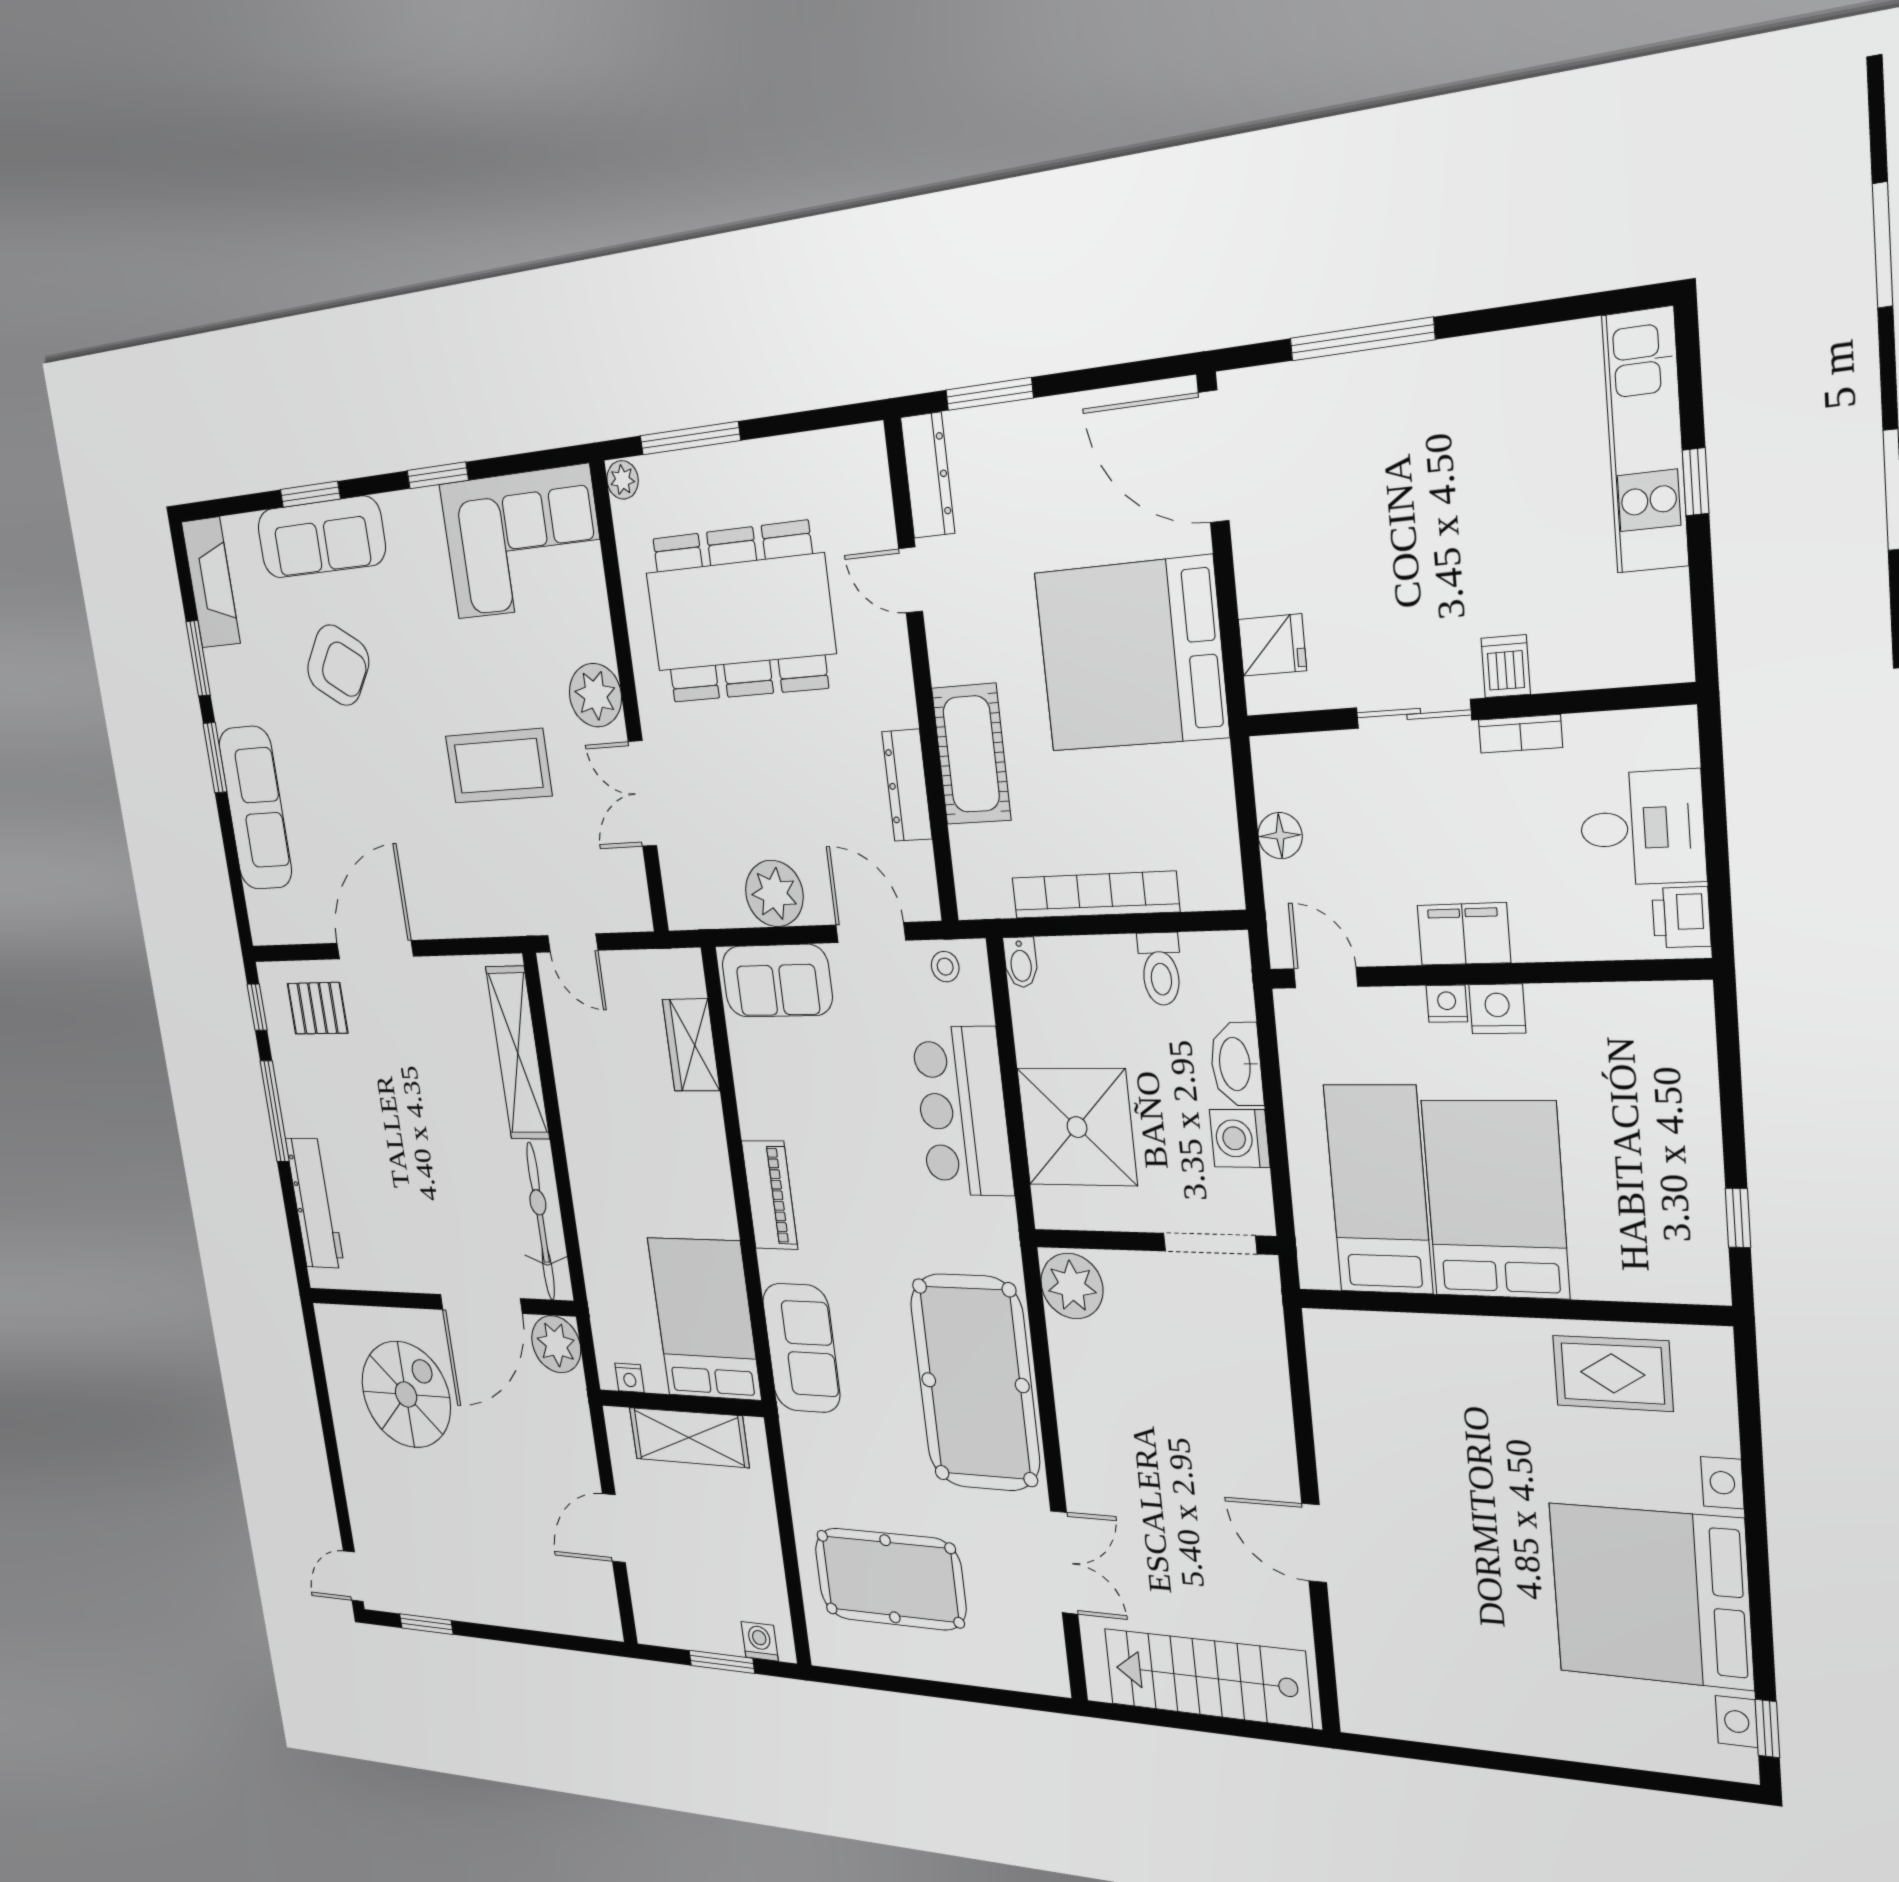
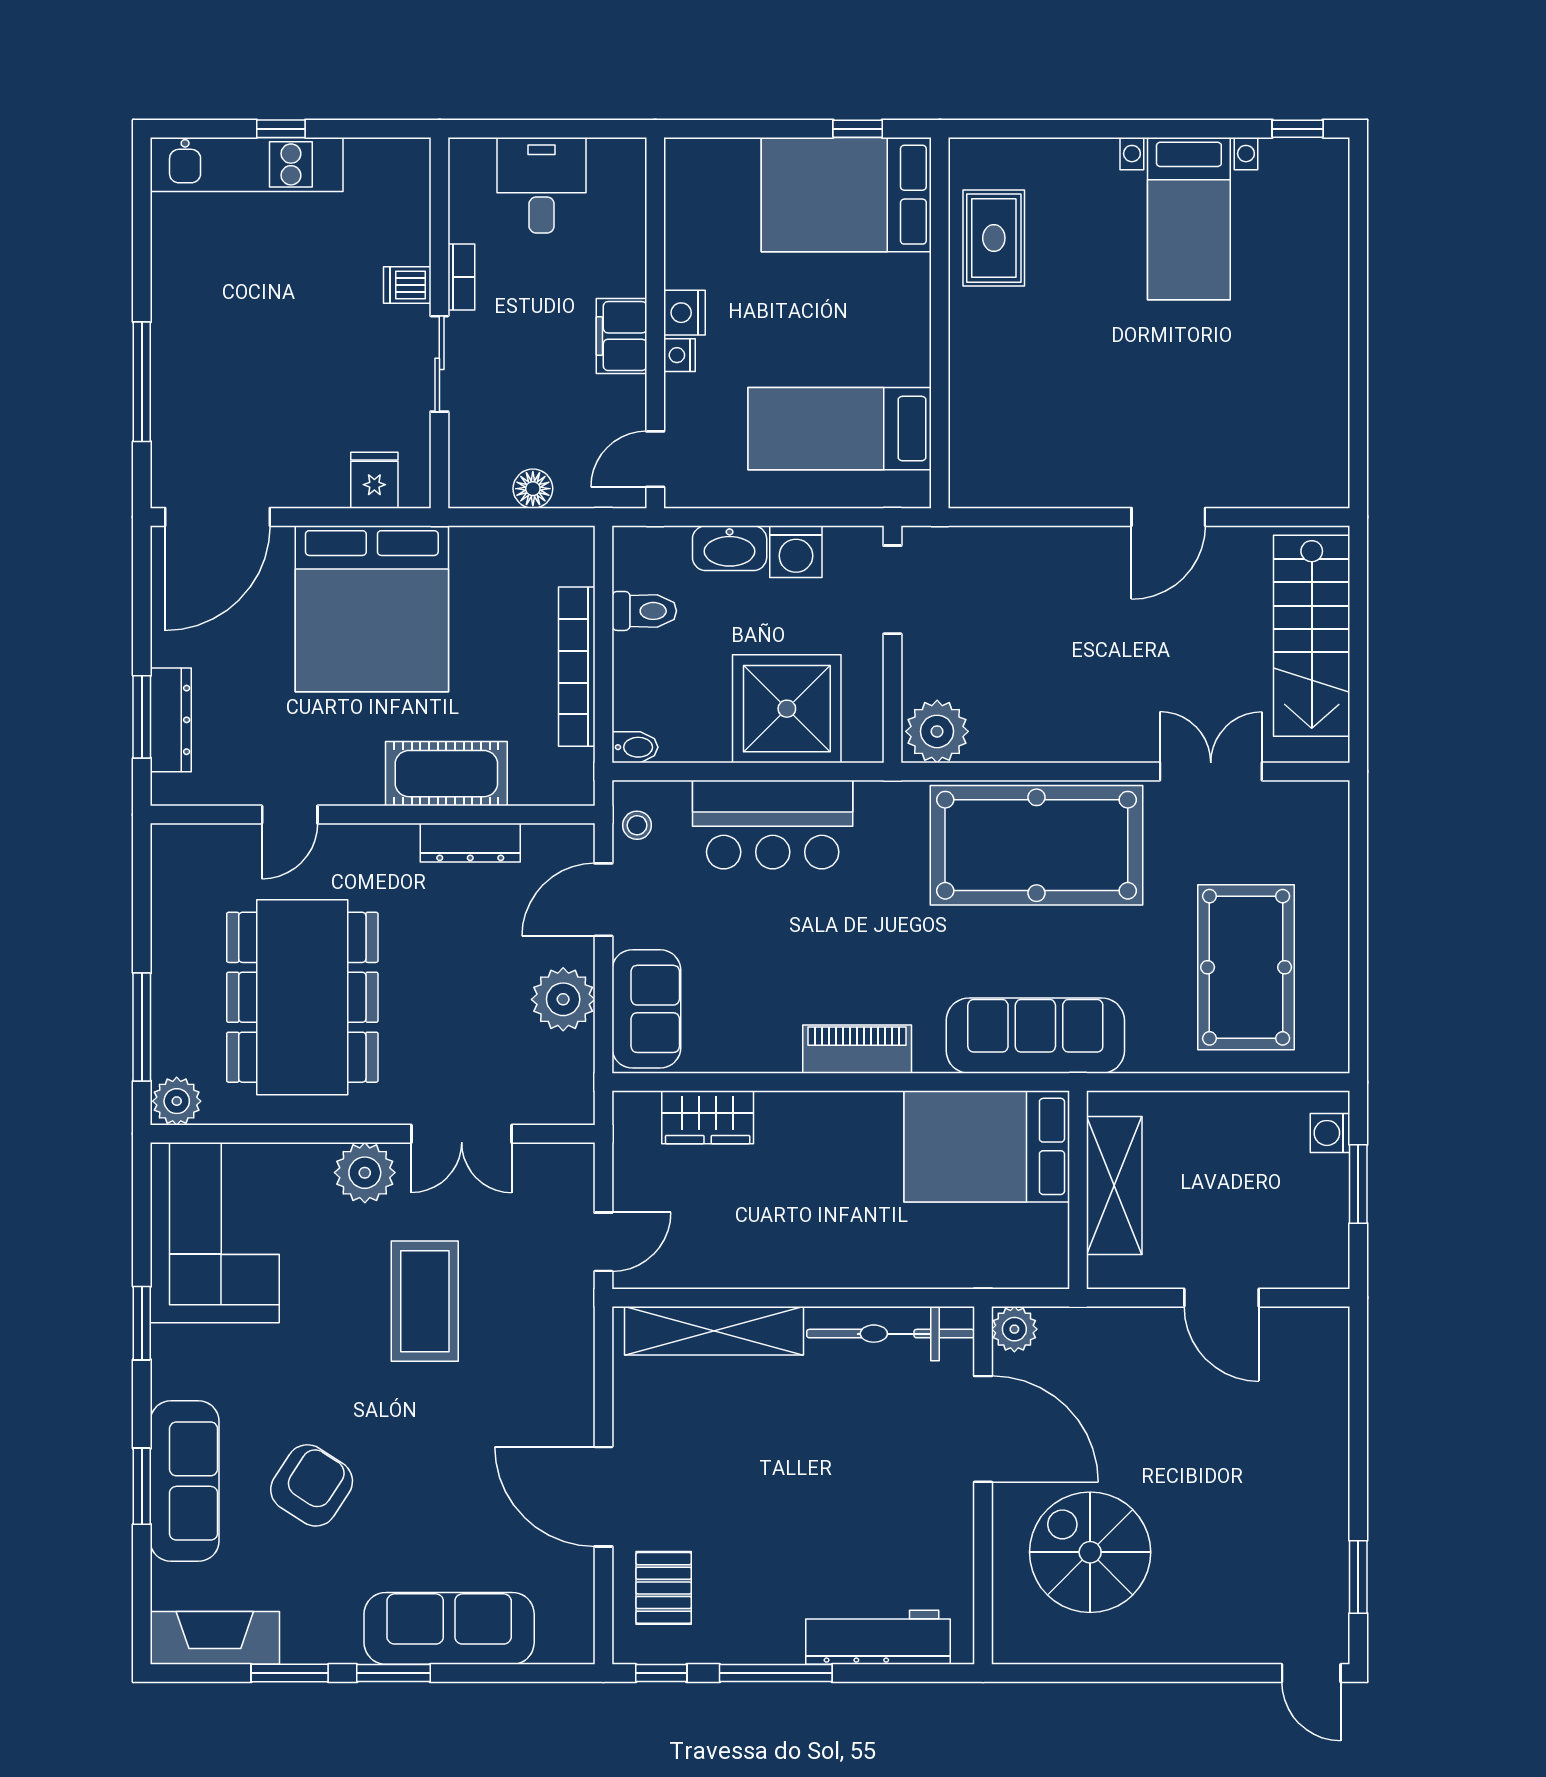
dresser: (928, 475) -> (171, 720), moved, turned 90
plant: (622, 480) -> (177, 1101), width x1.38, depth x1.38
printer: (1681, 917) -> (613, 159), removed
bed: (1495, 1199) -> (846, 195), moved
plant: (556, 1344) -> (1014, 1329), width x0.73, depth x0.73
sofa: (801, 1348) -> (1035, 1036), width x1.36
nightstand: (629, 1378) -> (1054, 1250), removed
bed with nightstands: (1651, 1596) -> (1189, 219), width x0.54

